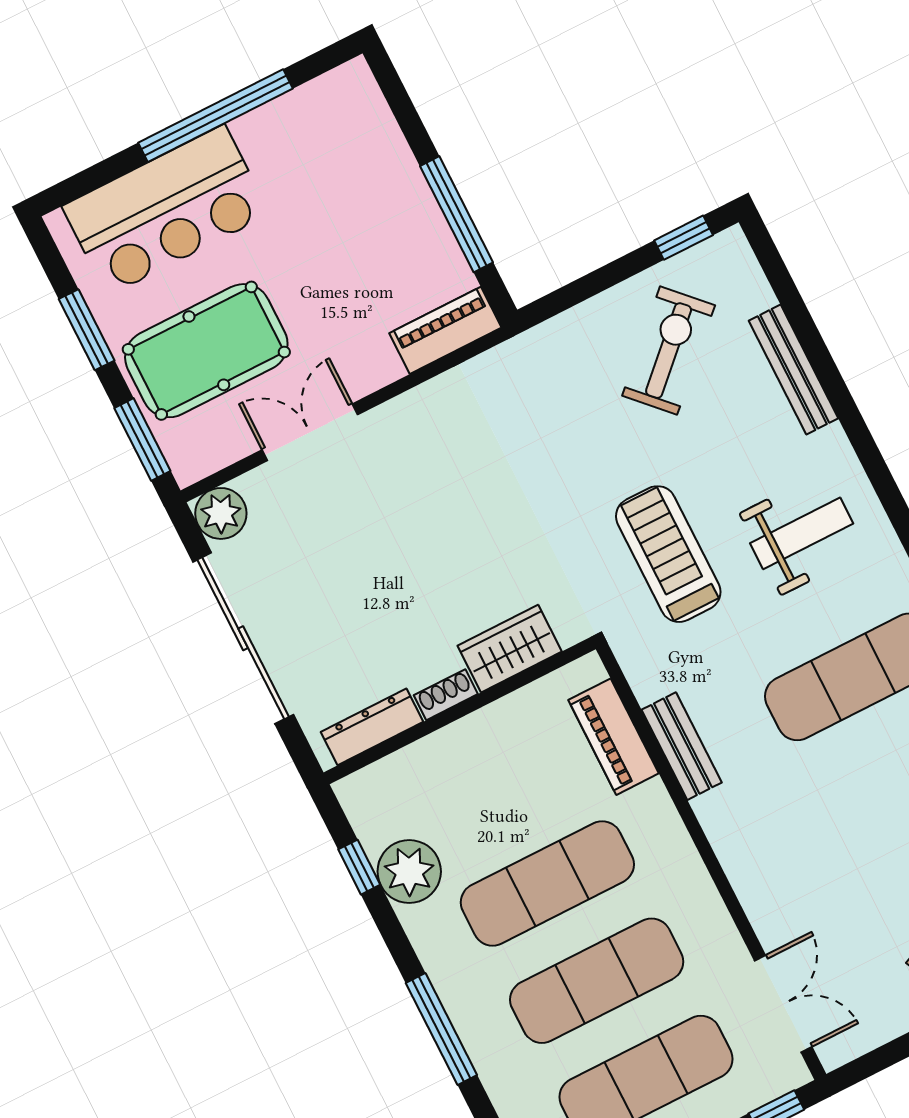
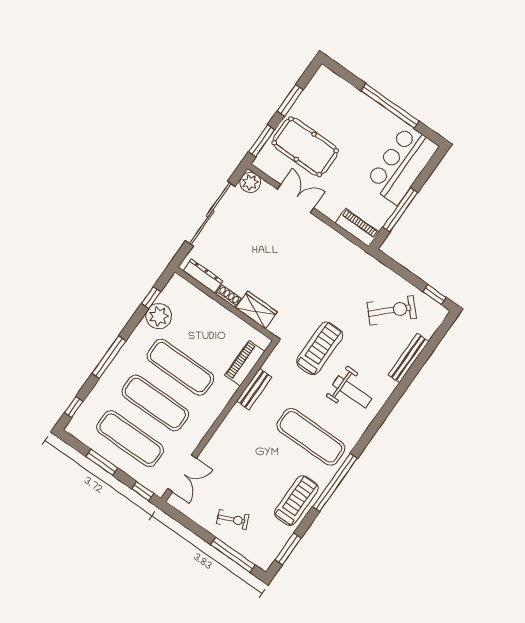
bar counter: (166, 210) -> (402, 165), moved, turned 90

